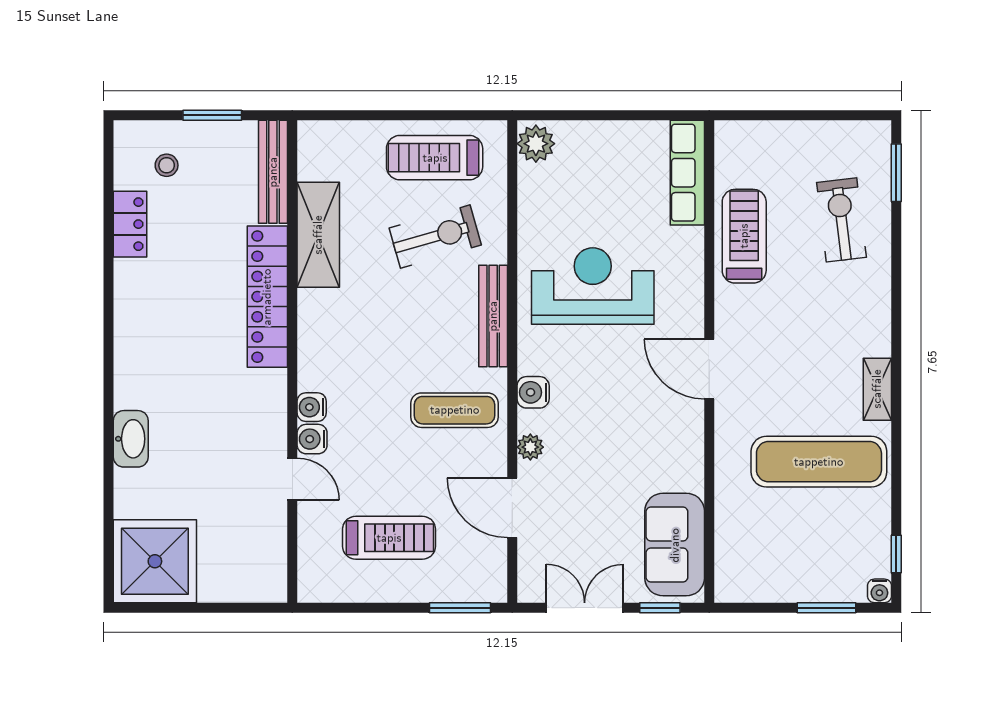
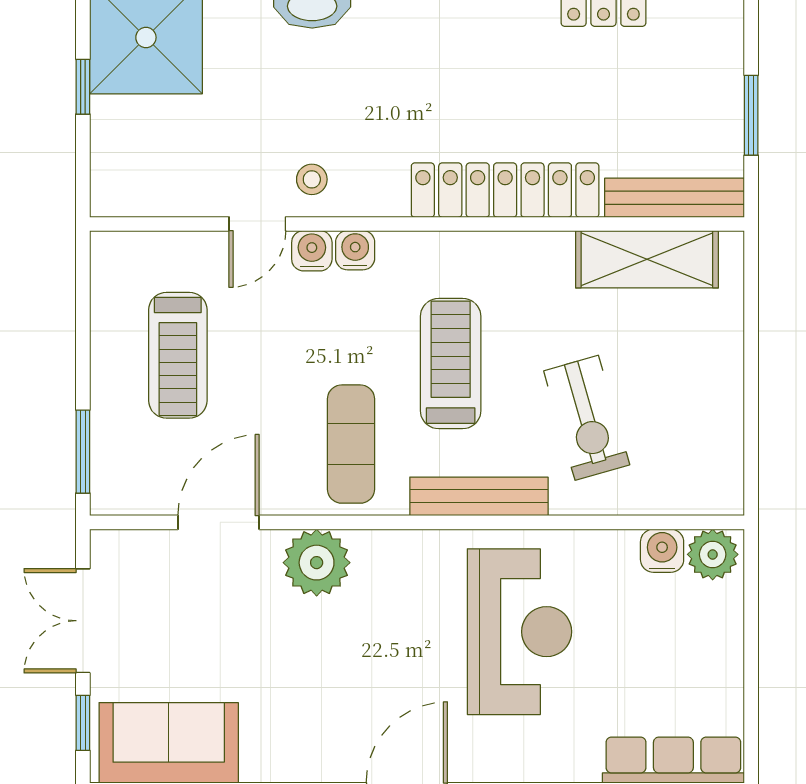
treadmill: (435, 158) -> (451, 364), moved
stool: (167, 165) -> (312, 179), moved
shelving: (318, 235) -> (647, 259), moved
water cooler: (533, 392) -> (662, 551), moved
plant: (530, 447) -> (317, 563), width x1.88, depth x1.88
window: (191, 608) -> (83, 87), added
double door: (585, 608) -> (83, 621), swing flipped

